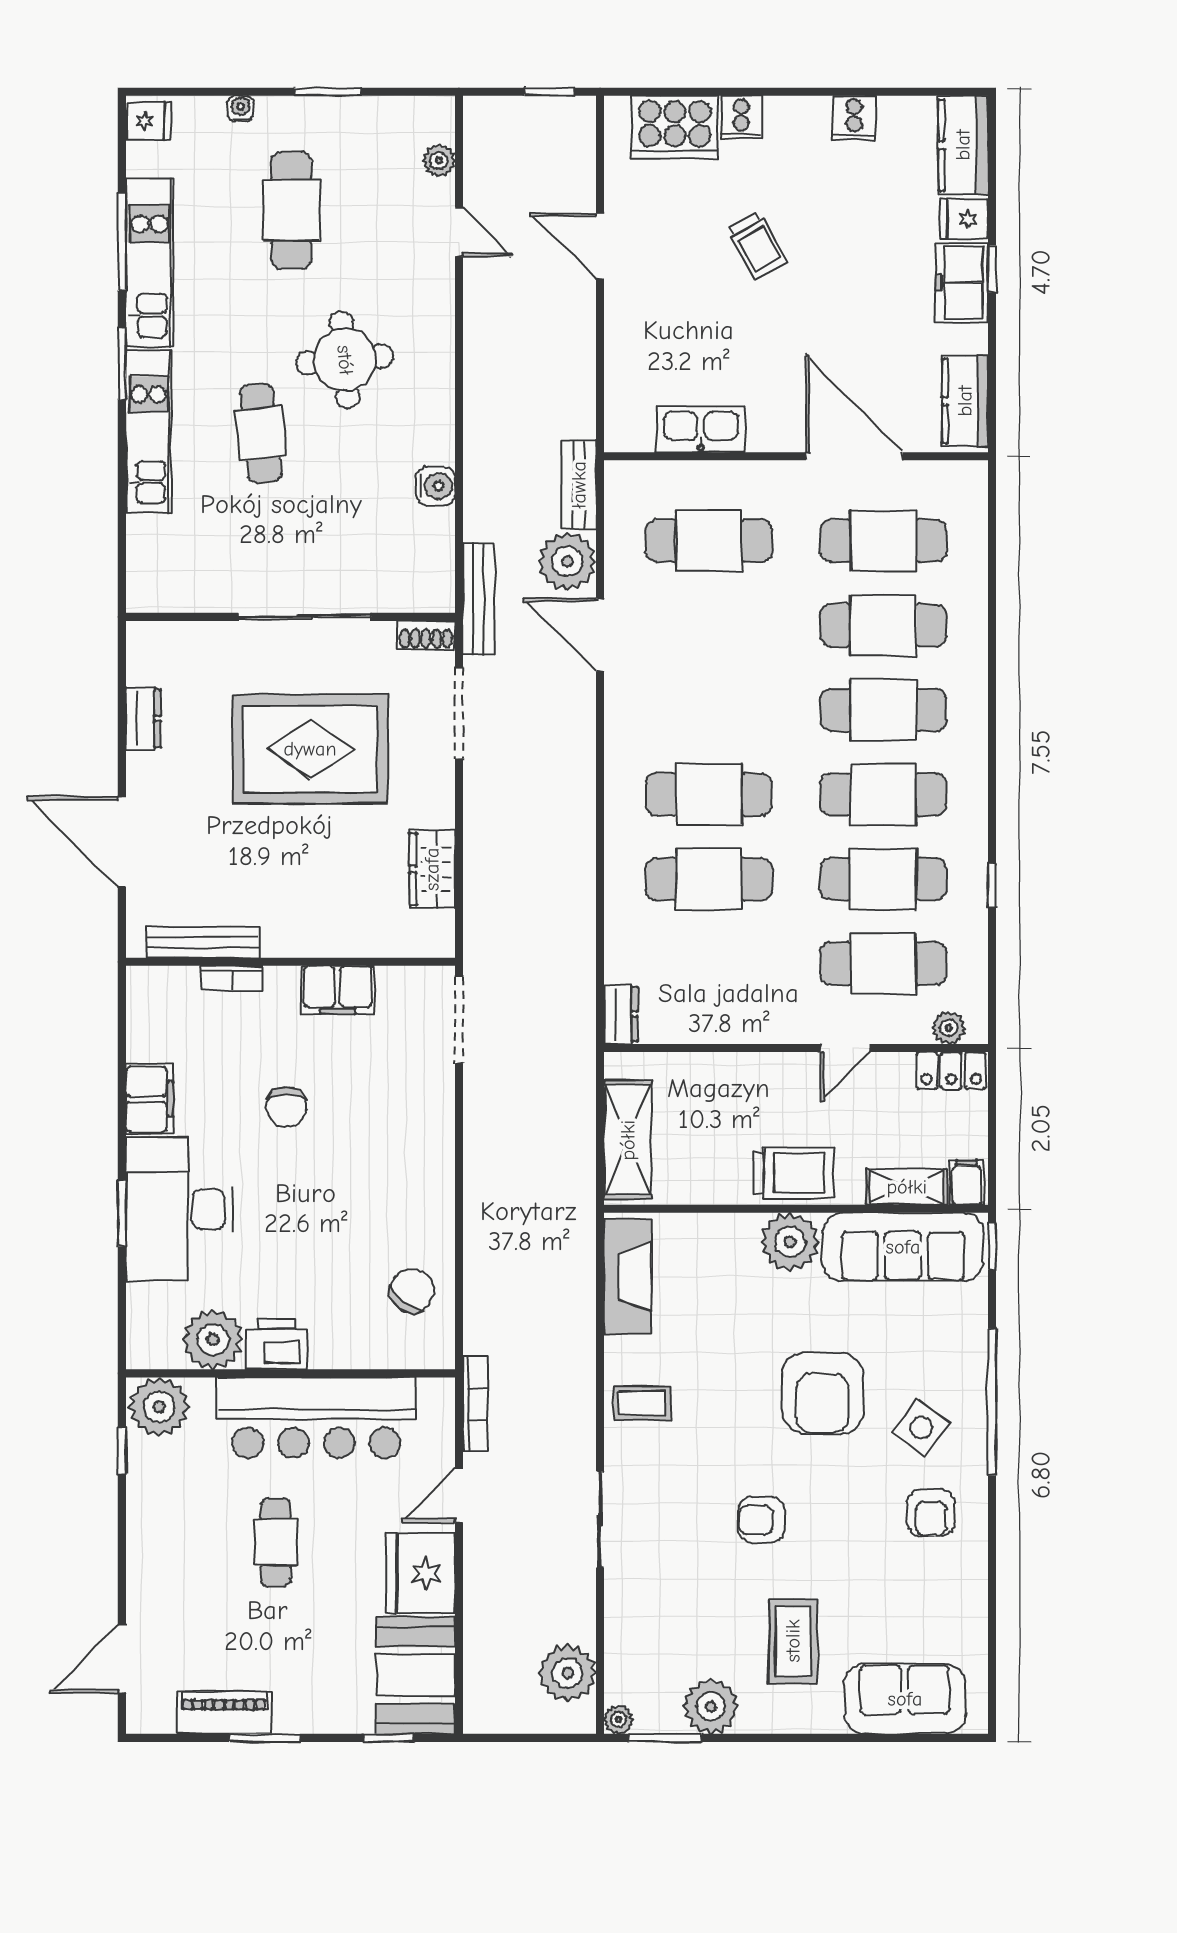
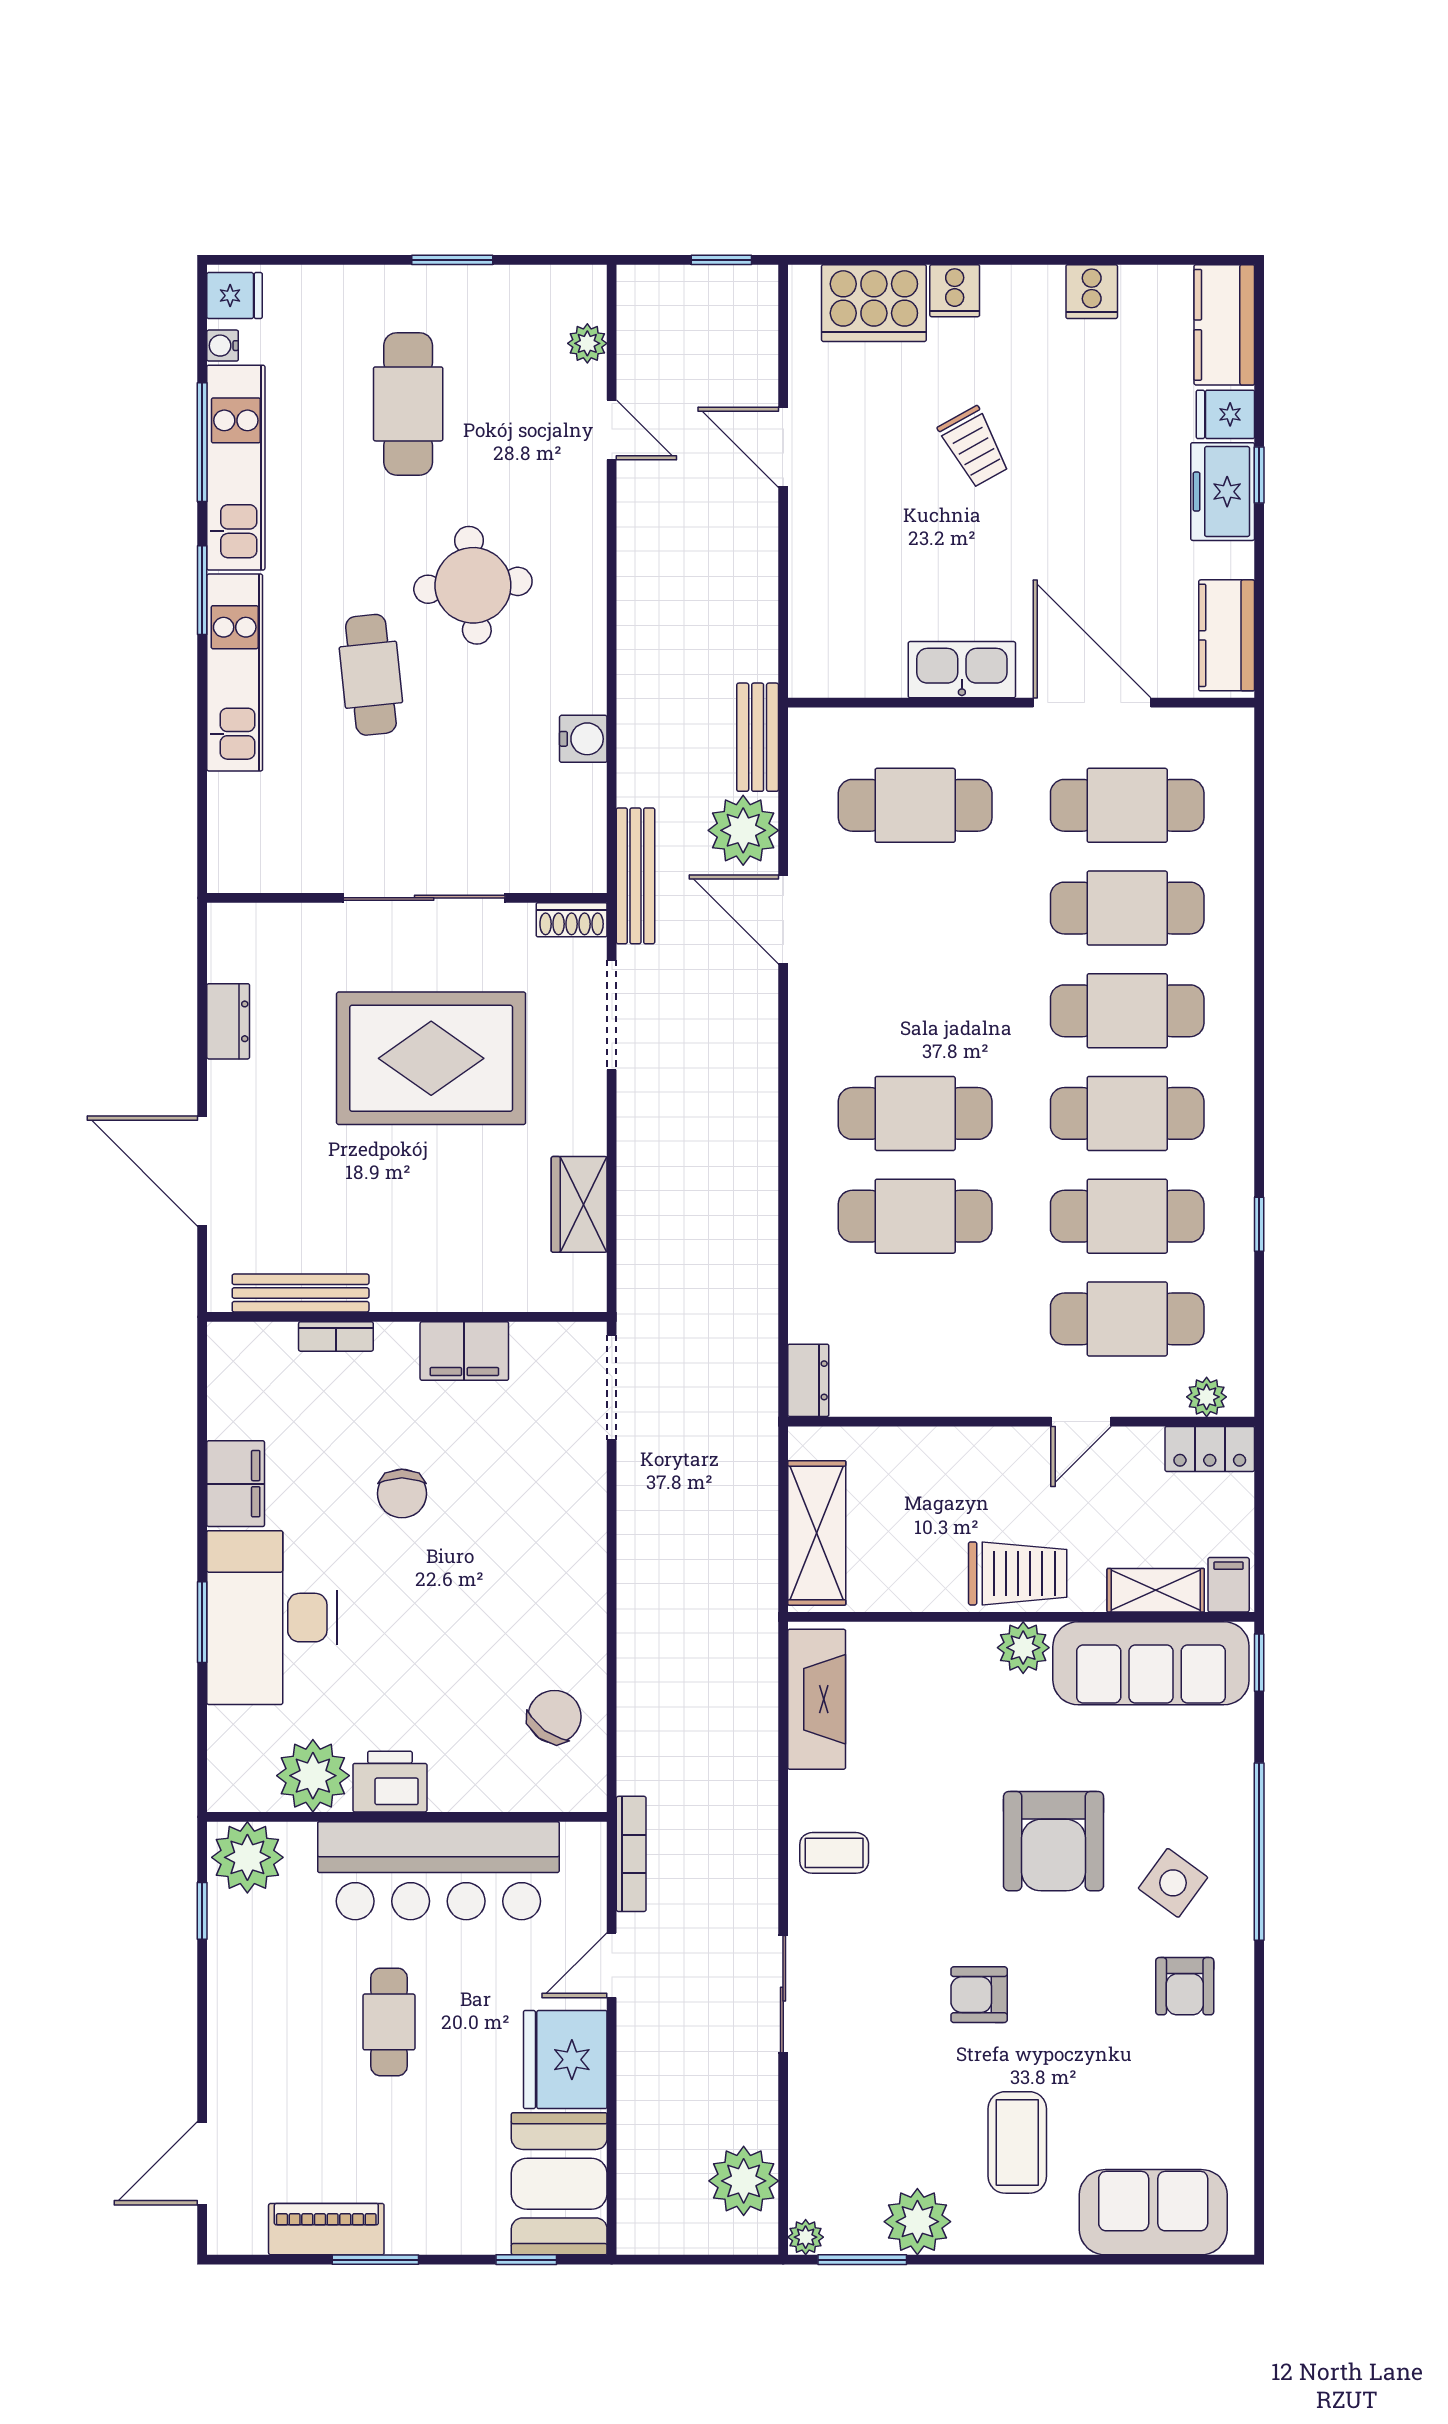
water cooler: (240, 109) -> (223, 346), moved, turned -90
kitchen sink: (701, 429) -> (962, 670), moved
plant: (790, 1242) -> (1023, 1648), width x0.73, depth x0.73

